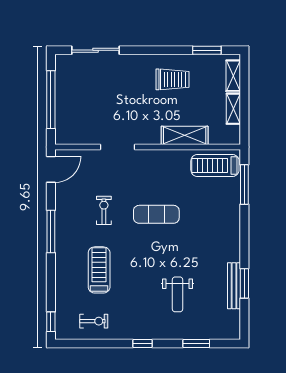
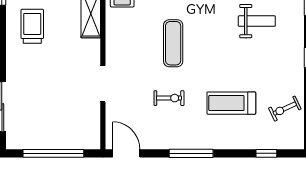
exercise bike: (104, 210) -> (169, 98), turned 180
exercise bike: (94, 321) -> (285, 109), turned -115
window: (51, 322) -> (266, 153), moved

